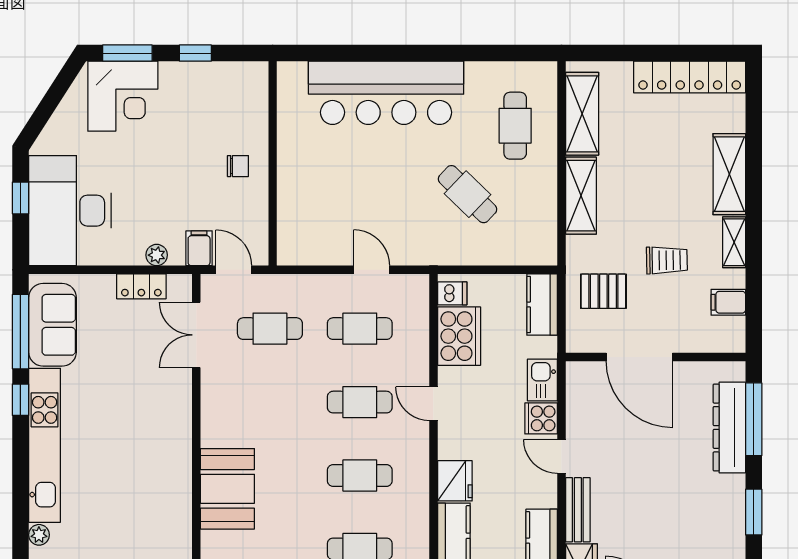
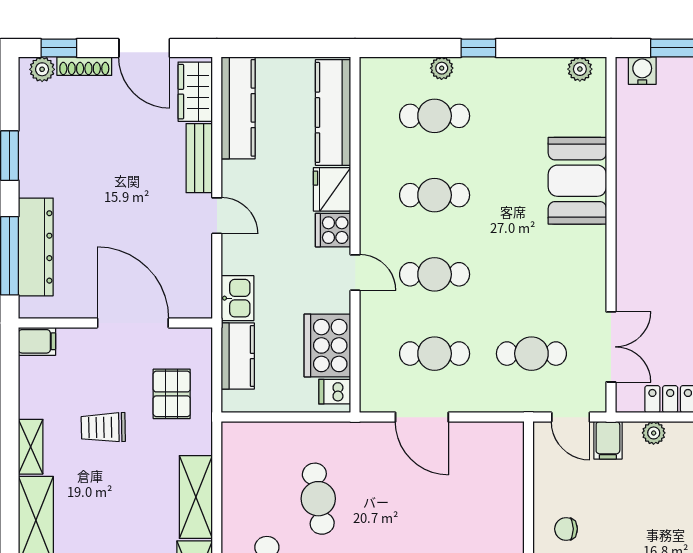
cafe table: (468, 194) -> (318, 499), turned 37
door: (372, 270) -> (422, 417), width x1.38
pallet: (603, 291) -> (172, 394), turned 90
filing cabinet: (728, 302) -> (37, 341), moved
kitchen counter: (542, 305) -> (238, 356), moved
cooker: (541, 418) -> (333, 230), moved, turned 180

